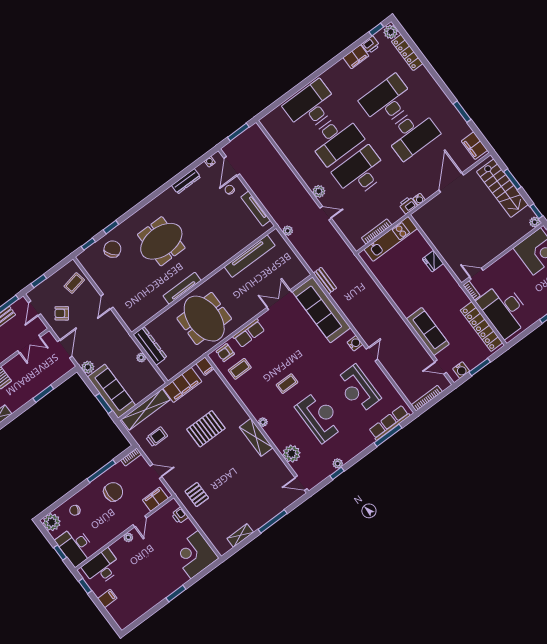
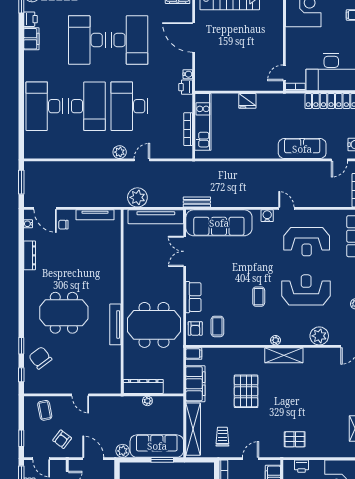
plant: (288, 231) -> (137, 197), width x1.88, depth x1.88
meeting table: (161, 241) -> (64, 313), turned 90
tv unit: (250, 256) -> (156, 217), moved, turned 90

